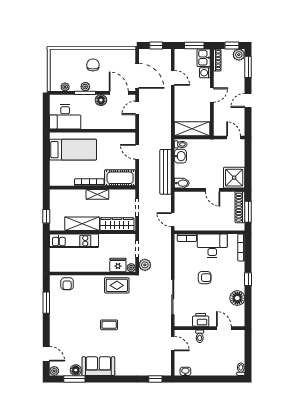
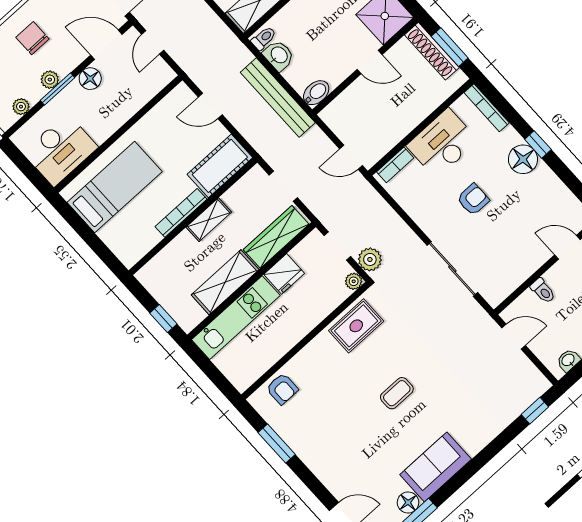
fridge: (118, 265) -> (284, 274), moved, turned 180
floor lamp: (237, 298) -> (523, 159), moved
printer: (201, 320) -> (523, 266), removed

